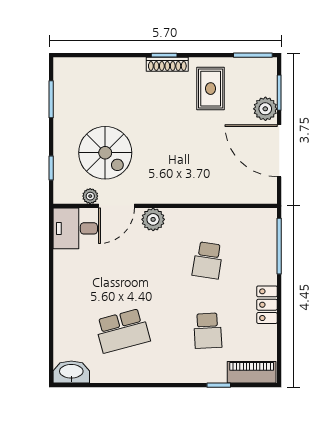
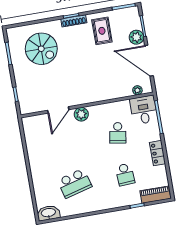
spiral stairs: (105, 153) -> (41, 49), moved
plant: (90, 196) -> (137, 90), moved
desk: (75, 228) -> (144, 110), moved, turned 90

